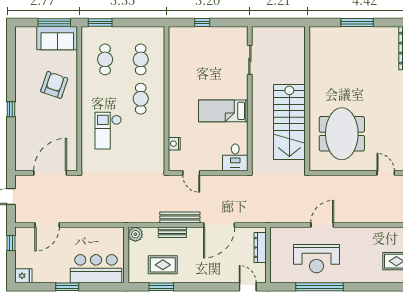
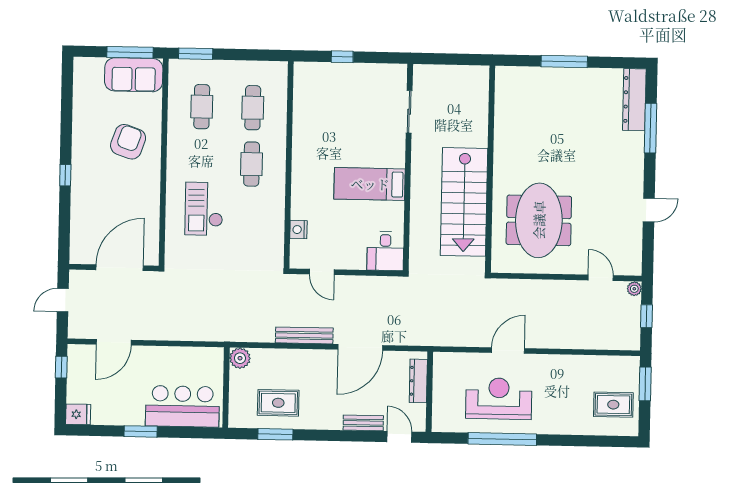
bench: (172, 232) -> (363, 423), moved
reception desk: (316, 259) -> (499, 399), turned 180

